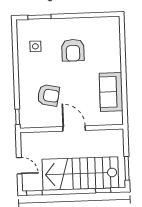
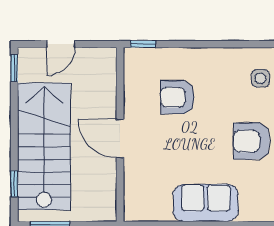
sofa: (111, 92) -> (206, 203), moved
armchair: (48, 95) -> (177, 97), turned 79
door: (74, 129) -> (120, 138), swing flipped

